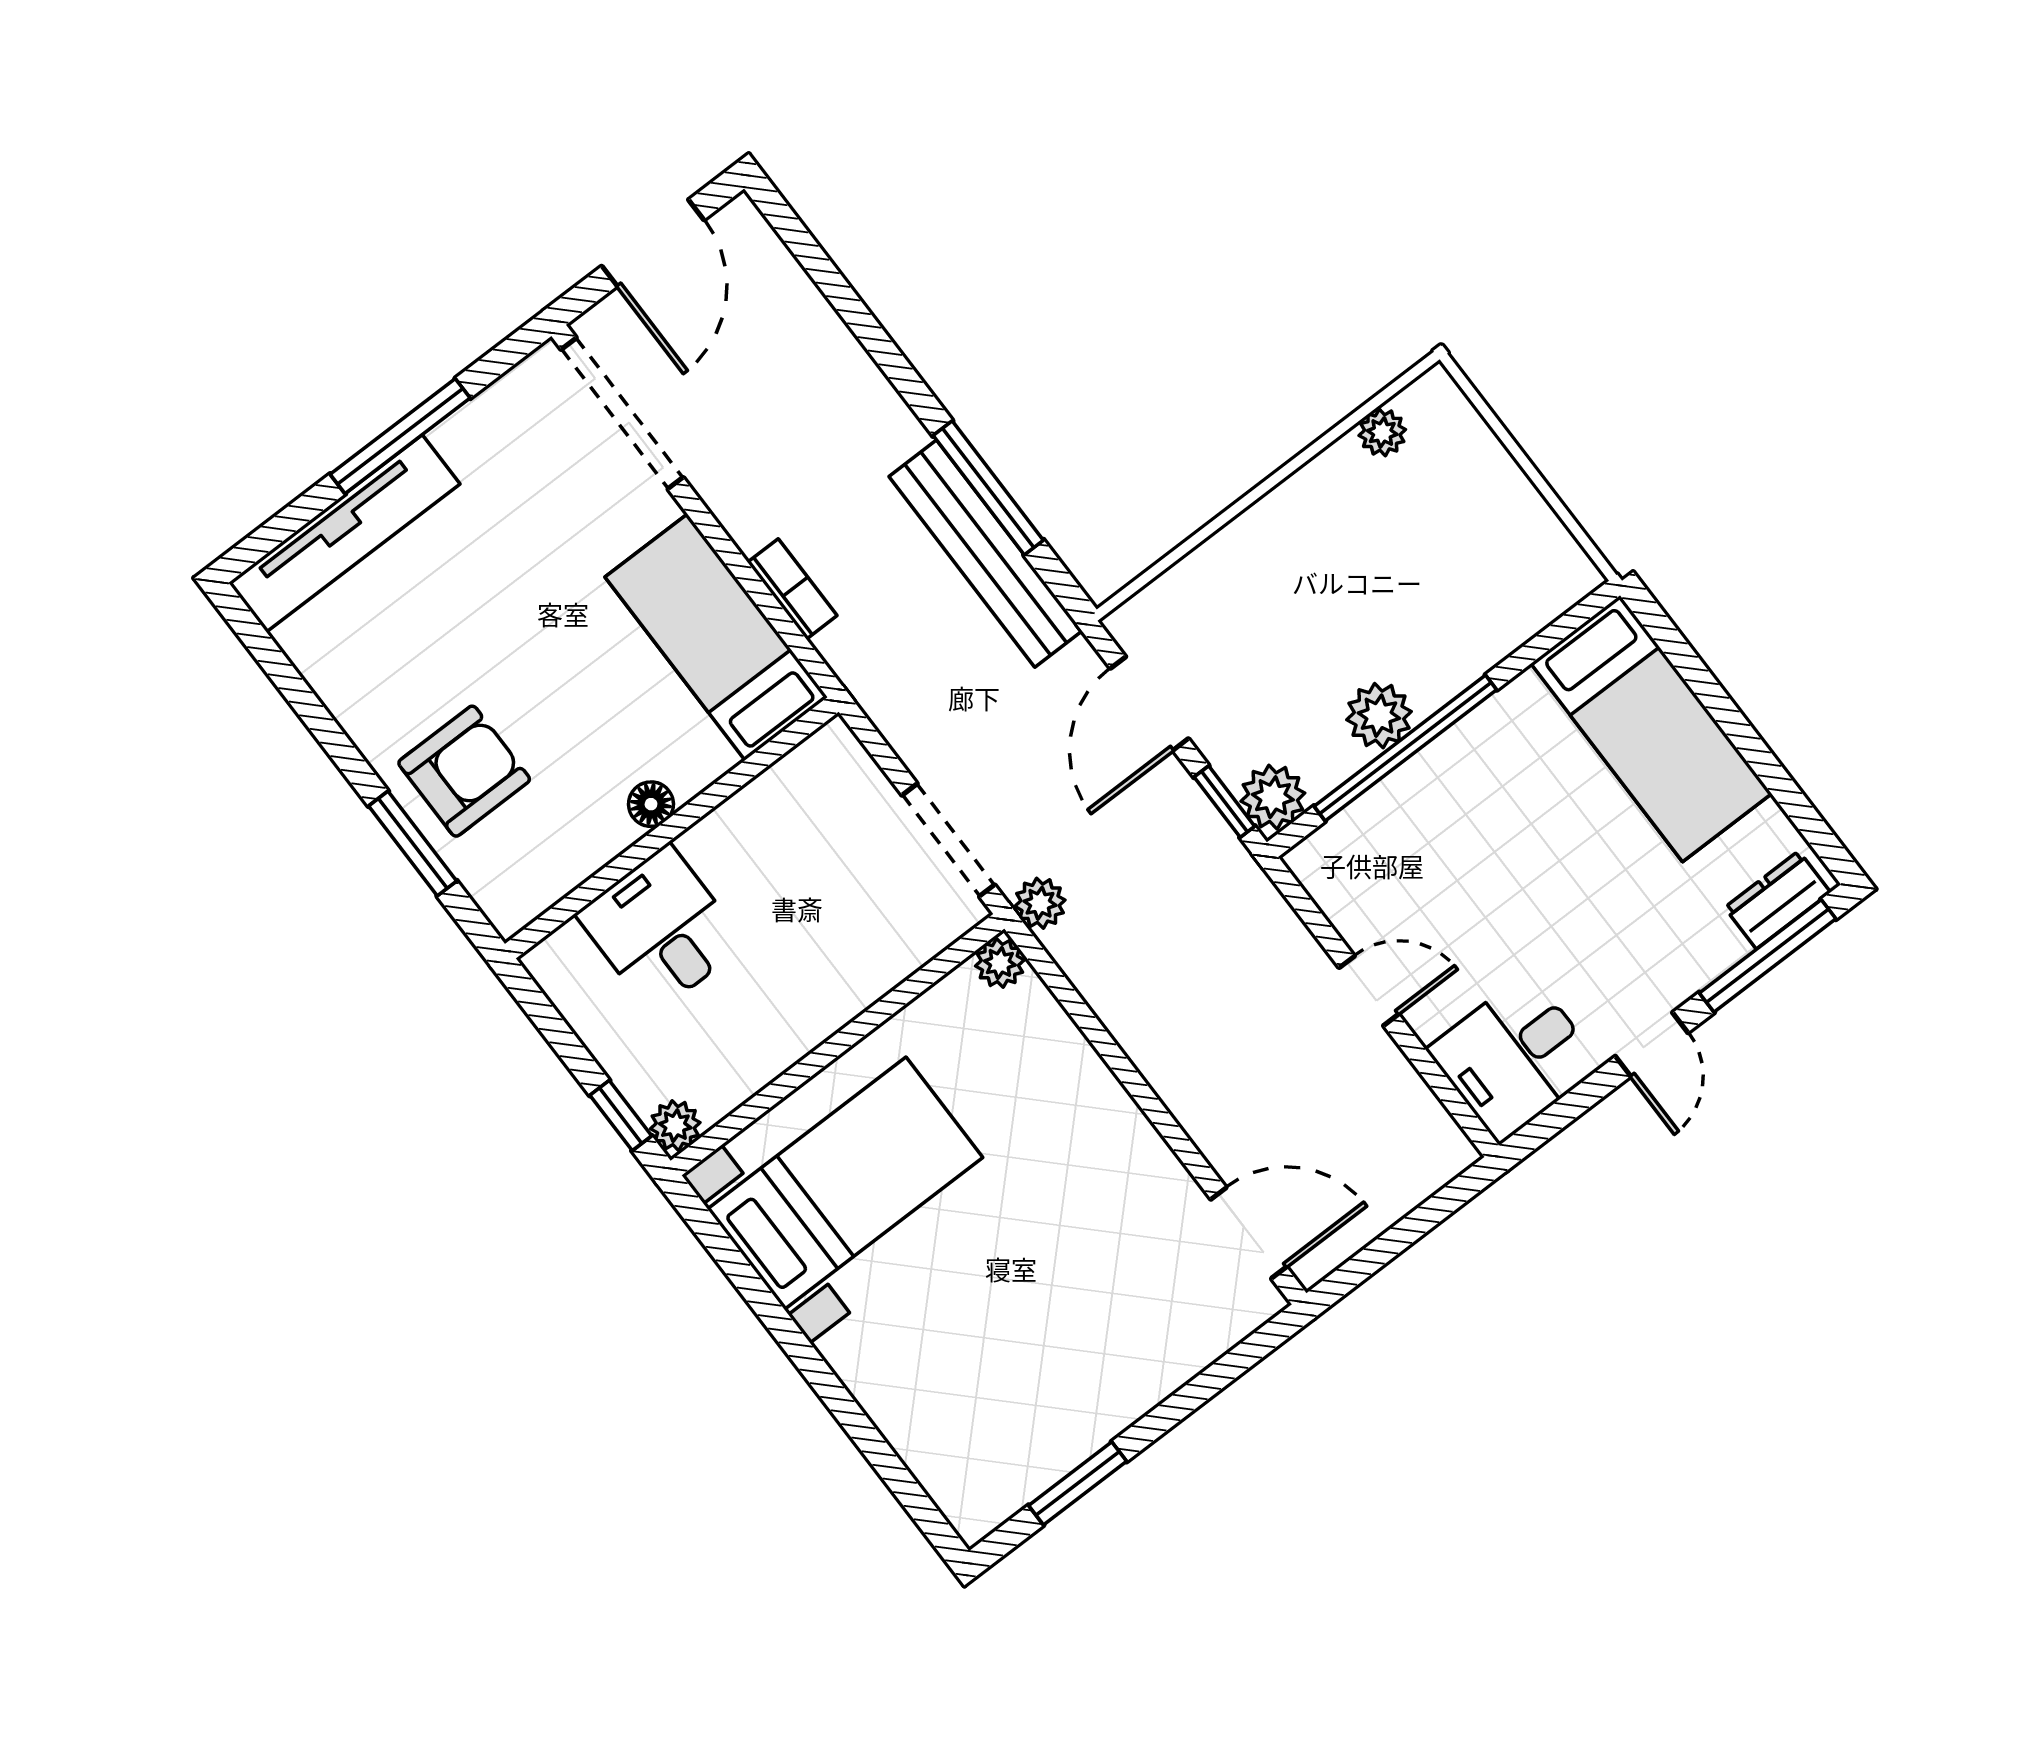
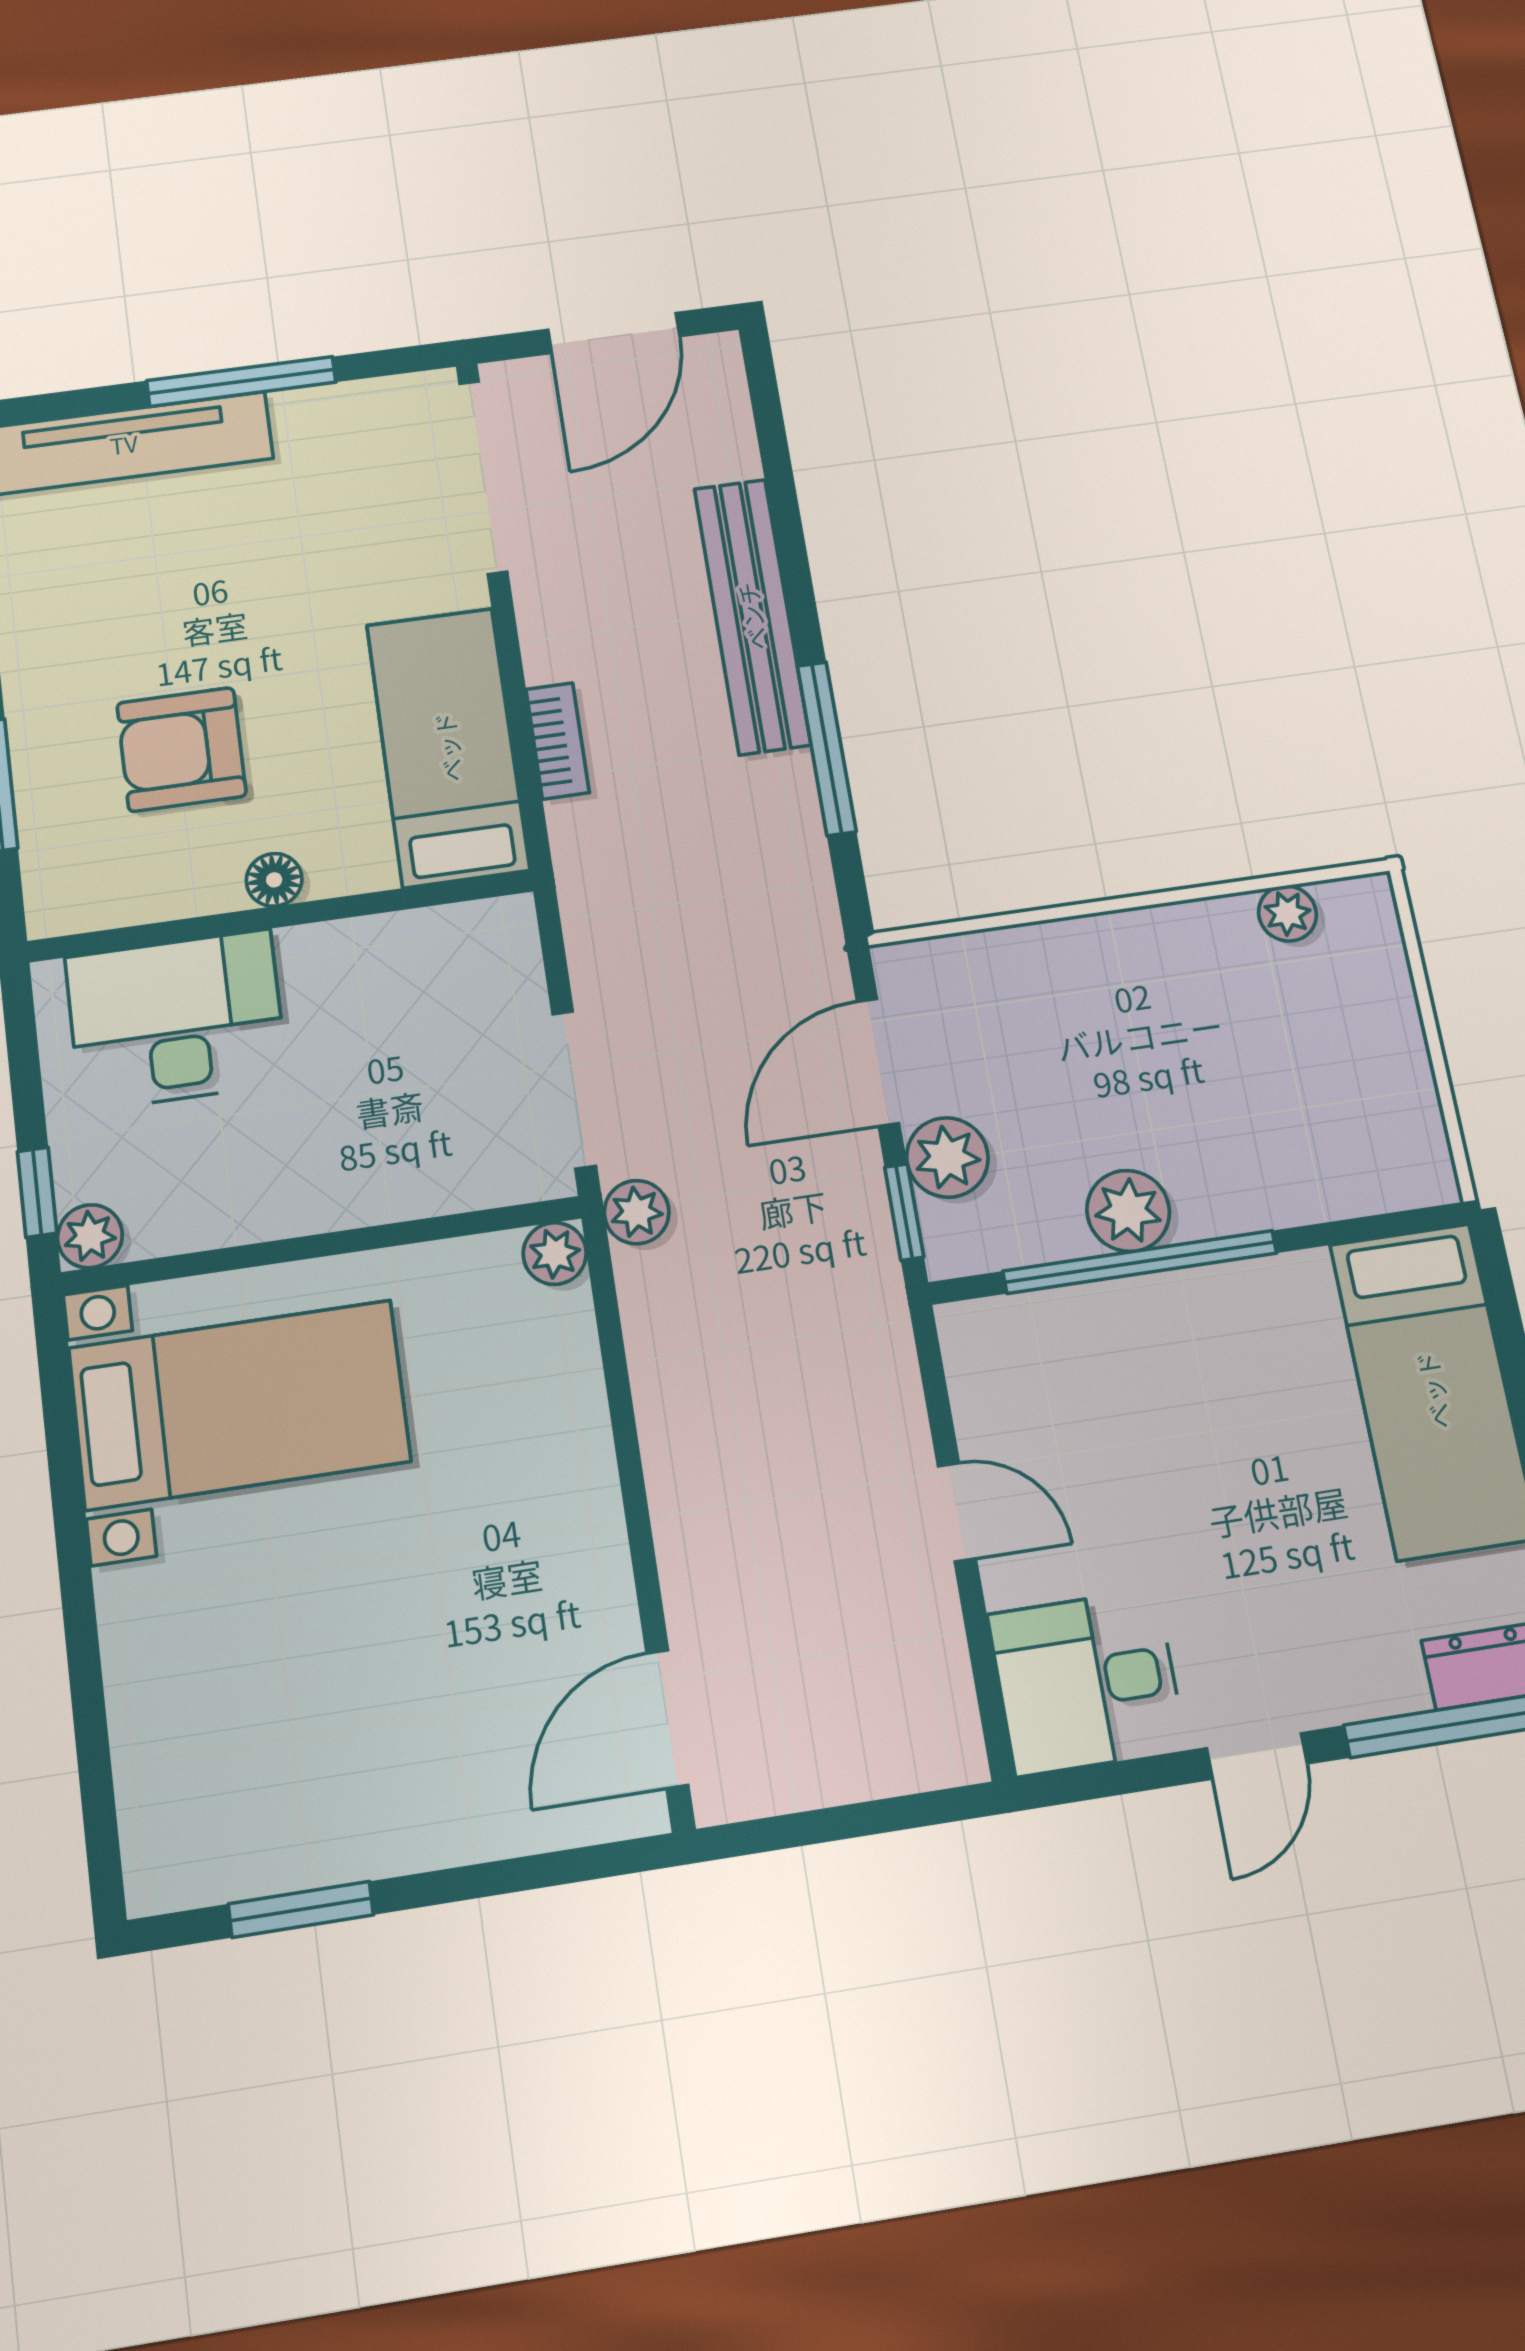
bench: (986, 554) -> (752, 616), moved
armchair: (464, 771) -> (181, 749), moved, turned 180
plant: (1273, 797) -> (947, 1157), moved
desk: (661, 929) -> (176, 1020), width x1.37
door: (1249, 1233) -> (667, 1719), swing flipped

